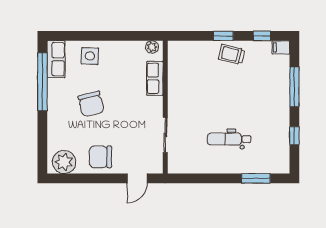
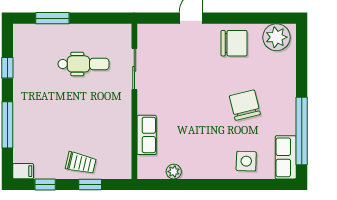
row of seats: (155, 78) -> (147, 135), moved
wall: (165, 107) -> (134, 101), moved
sliding door: (165, 135) -> (134, 69), moved

